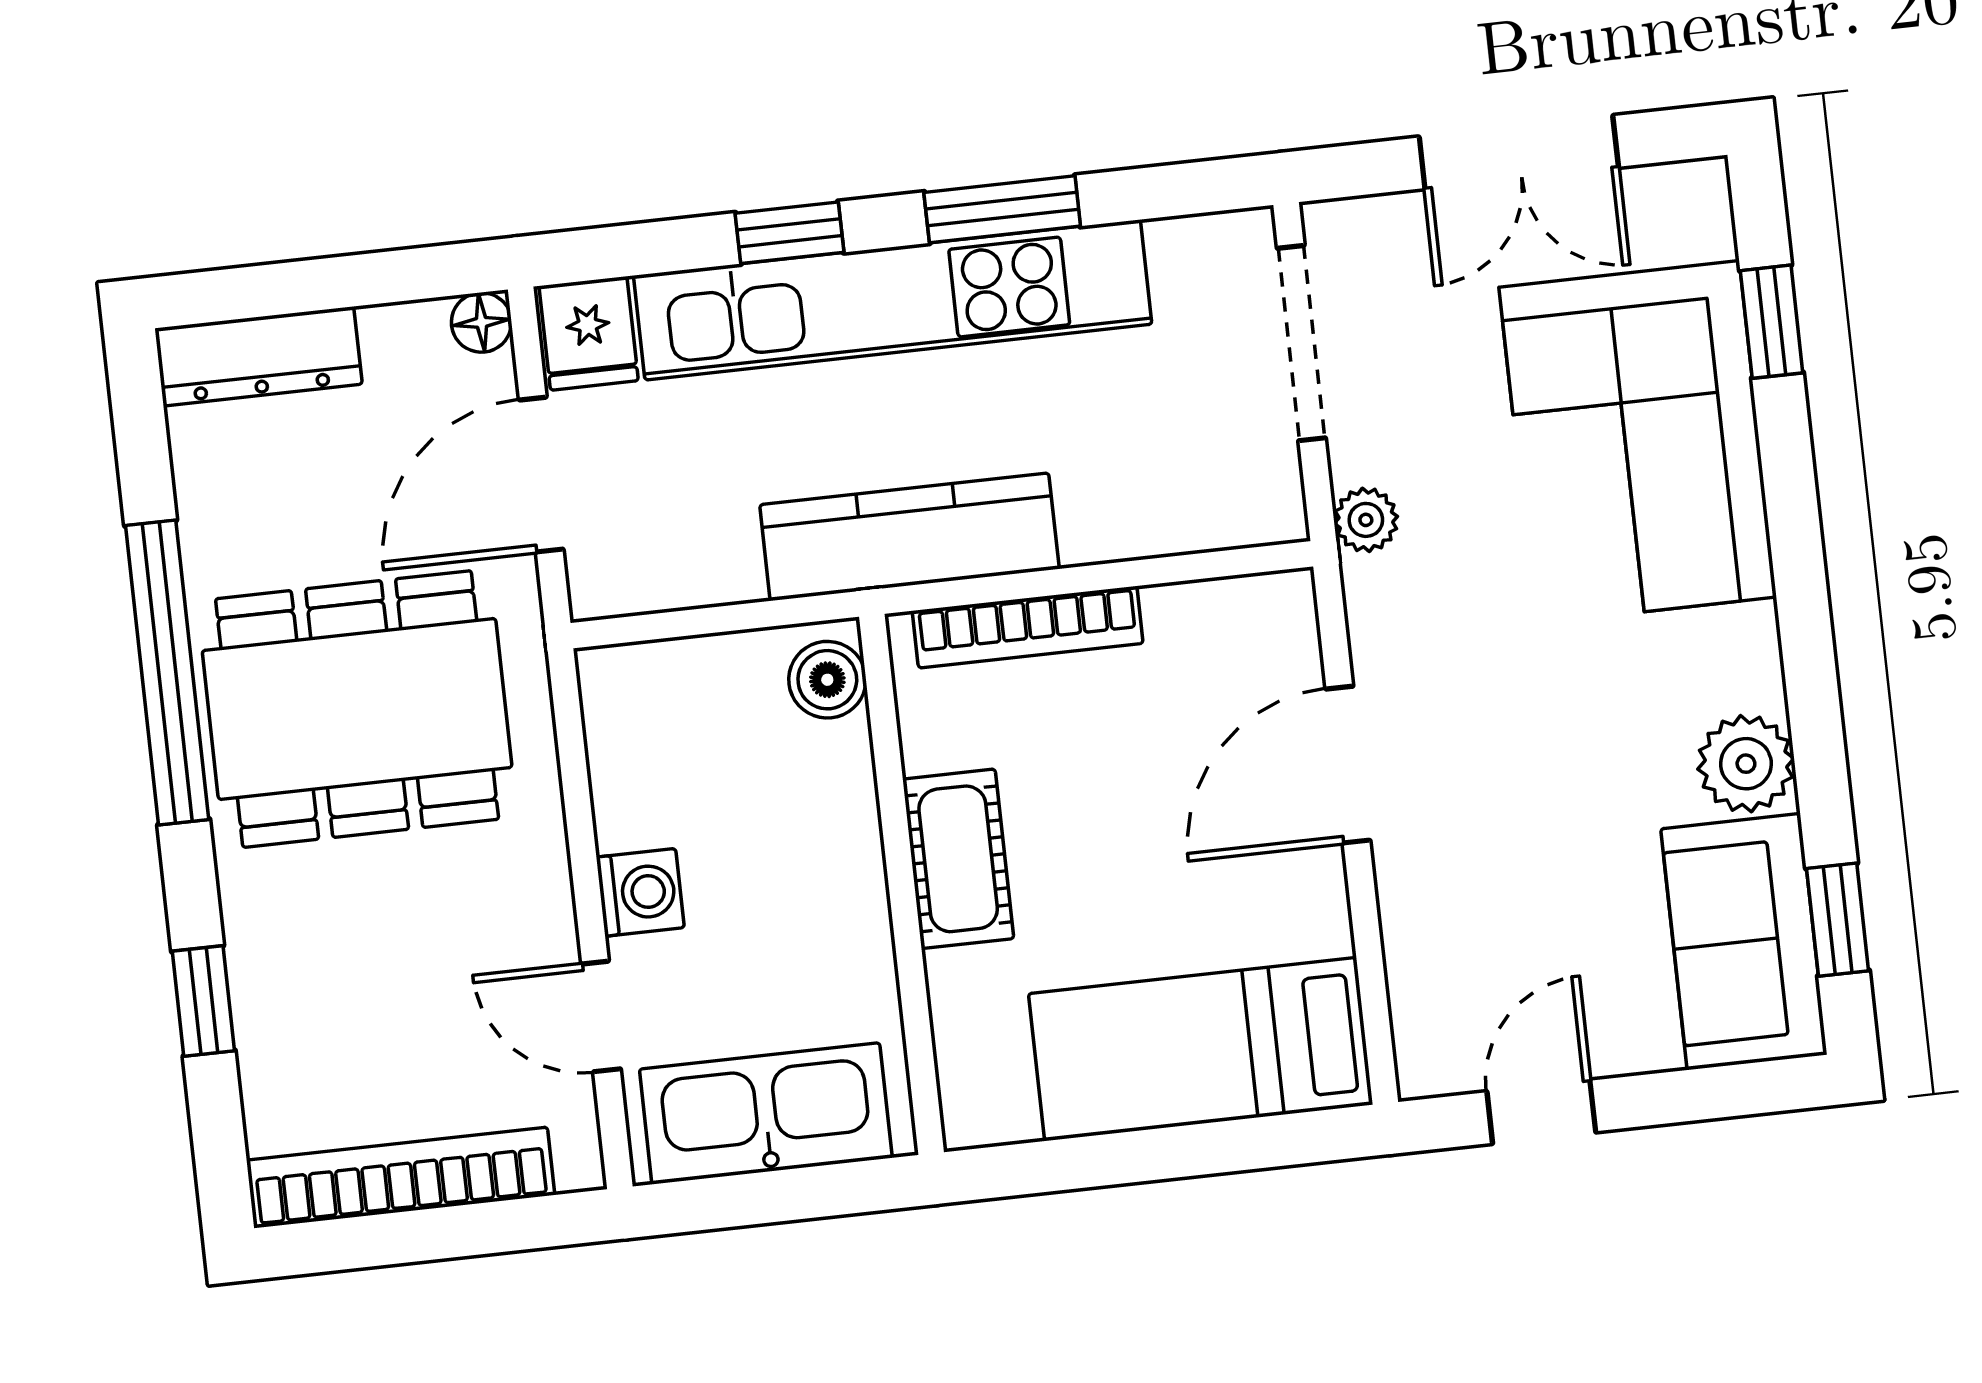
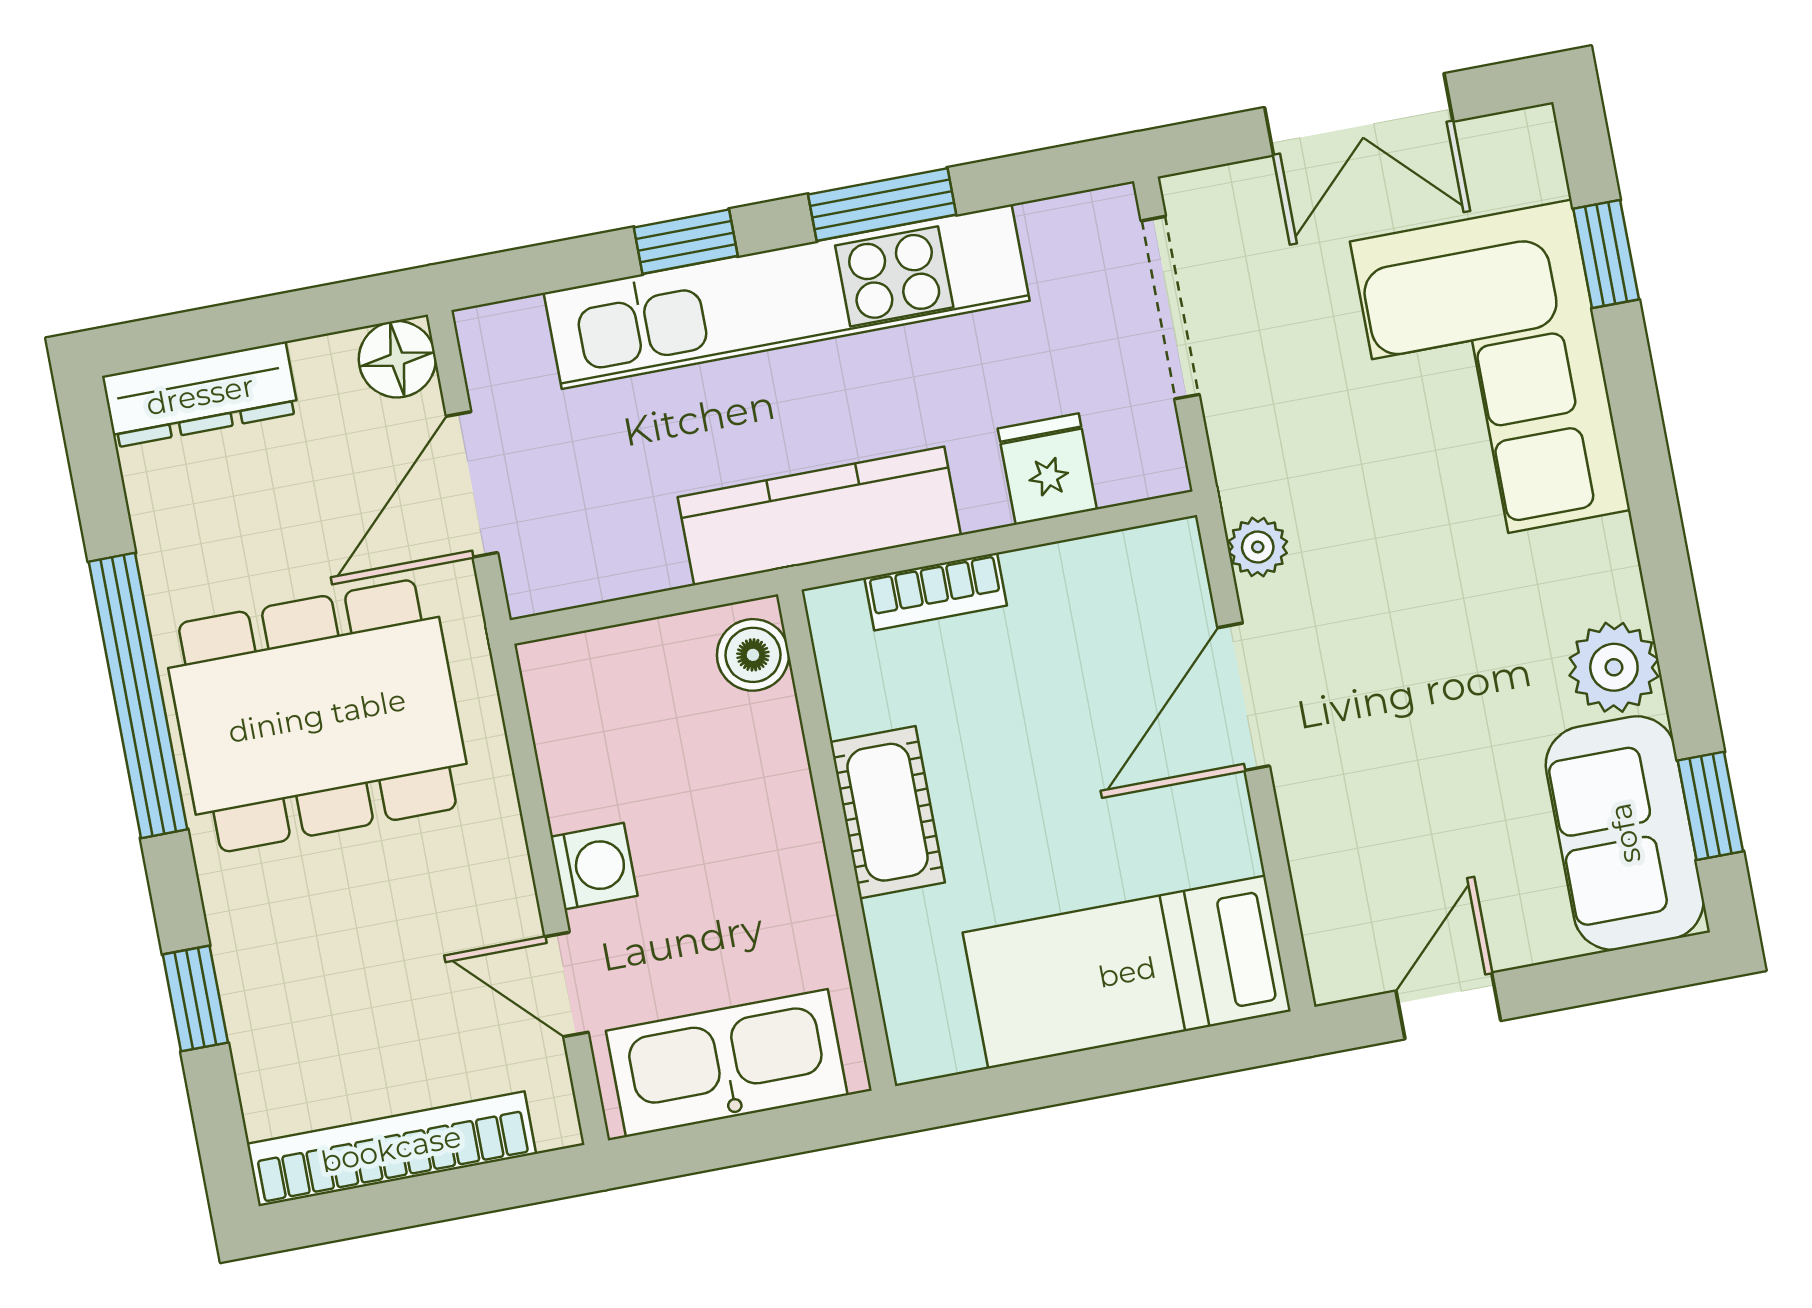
floor lamp: (481, 322) -> (397, 359), width x1.37, depth x1.37
fridge: (589, 333) -> (1047, 469), moved, turned 180
plant: (1366, 520) -> (1258, 547), moved
bookcase: (1028, 627) -> (936, 592), width x0.64

